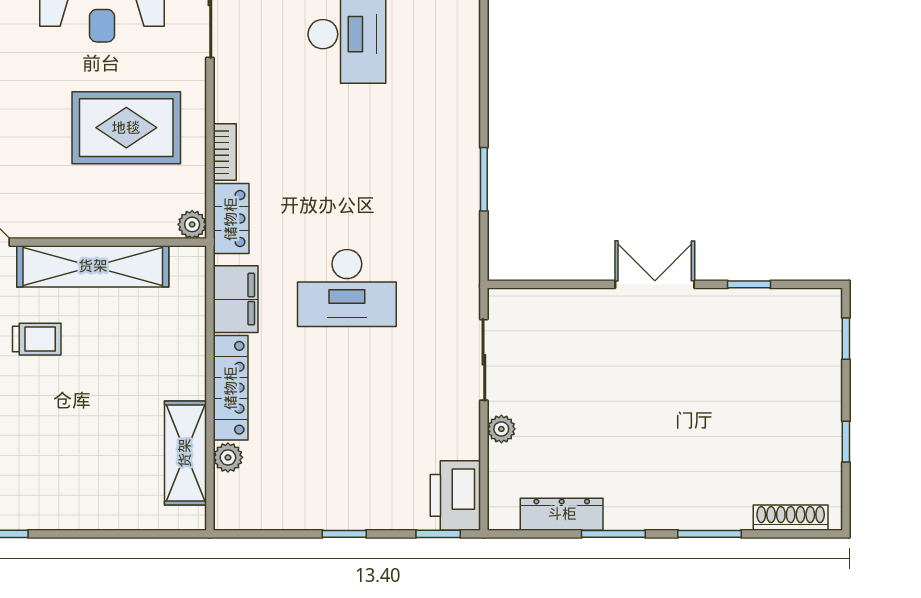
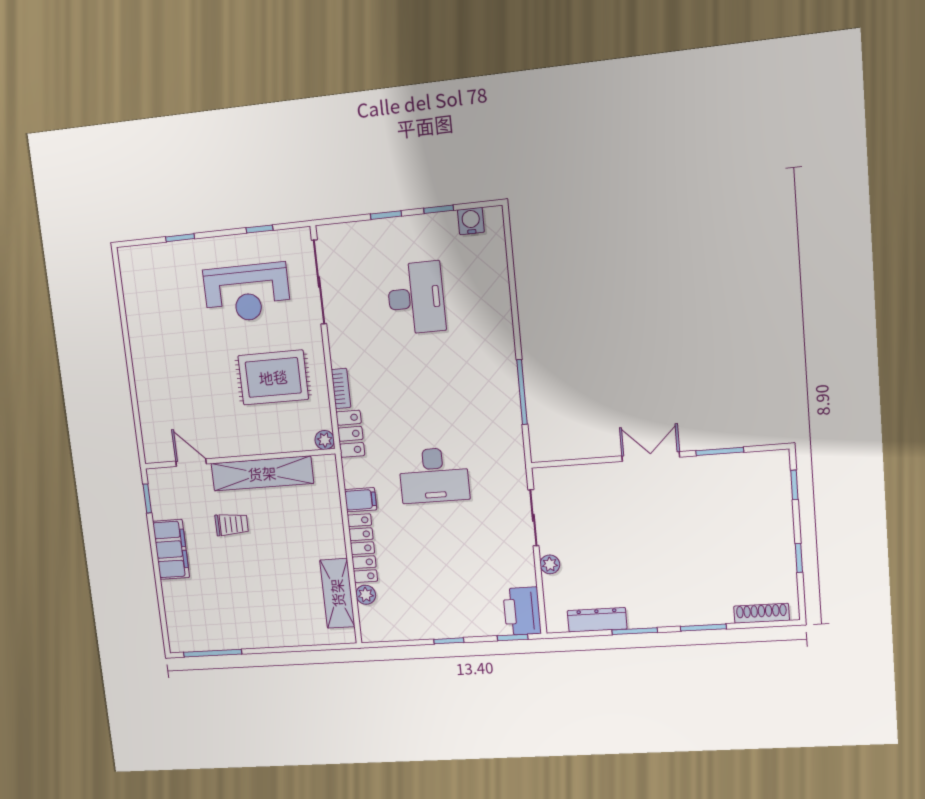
window: (484, 179) -> (522, 392), width x1.44
window: (749, 284) -> (720, 451), width x1.50
filing cabinet: (236, 299) -> (361, 500), width x0.50

